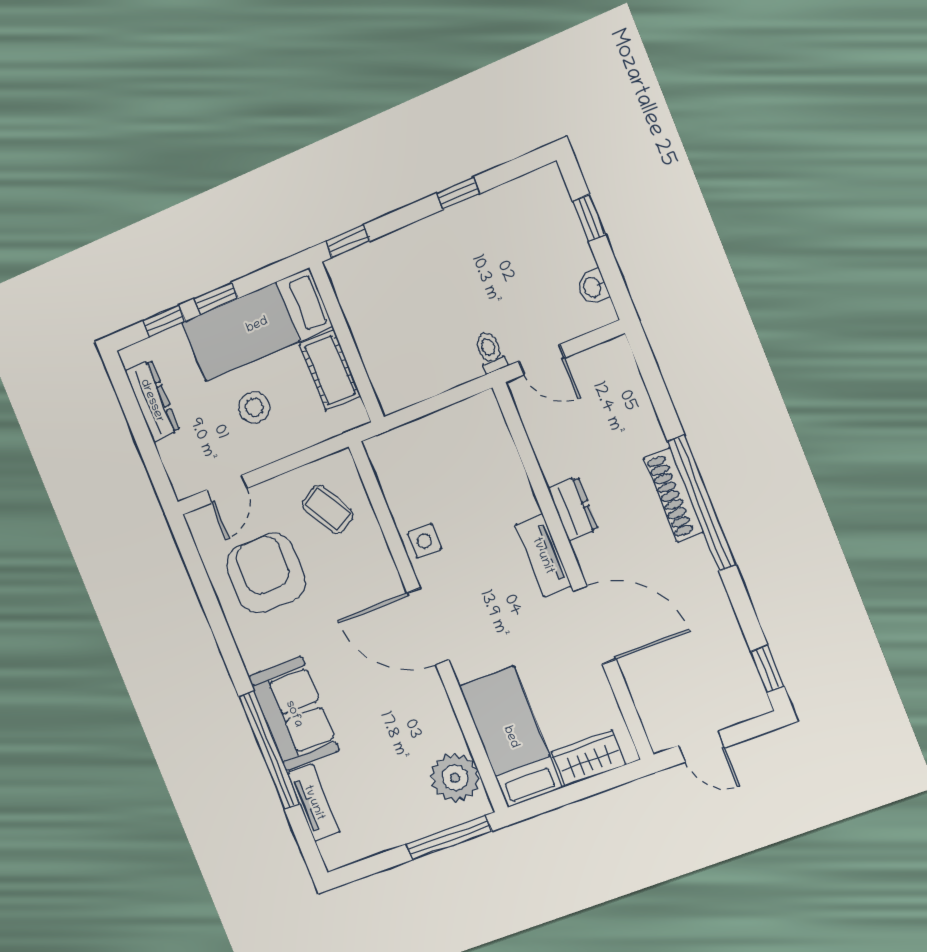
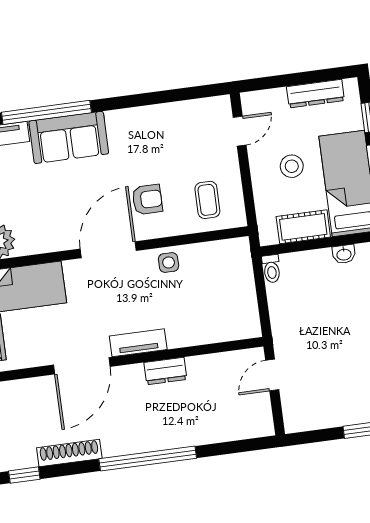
washbasin: (593, 287) -> (344, 254), moved, turned 180
toilet: (490, 352) -> (271, 269), moved, turned 90
door: (227, 489) -> (240, 131), swing flipped
shoe rack: (674, 495) -> (69, 453), moved
coffee table: (328, 509) -> (207, 200), turned -61
armchair: (266, 573) -> (147, 200), moved, width x0.53, depth x0.53

